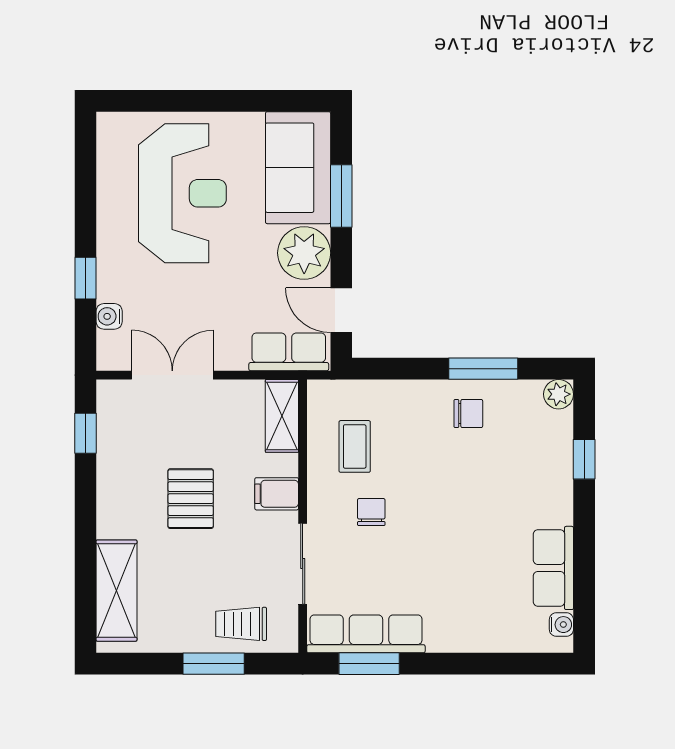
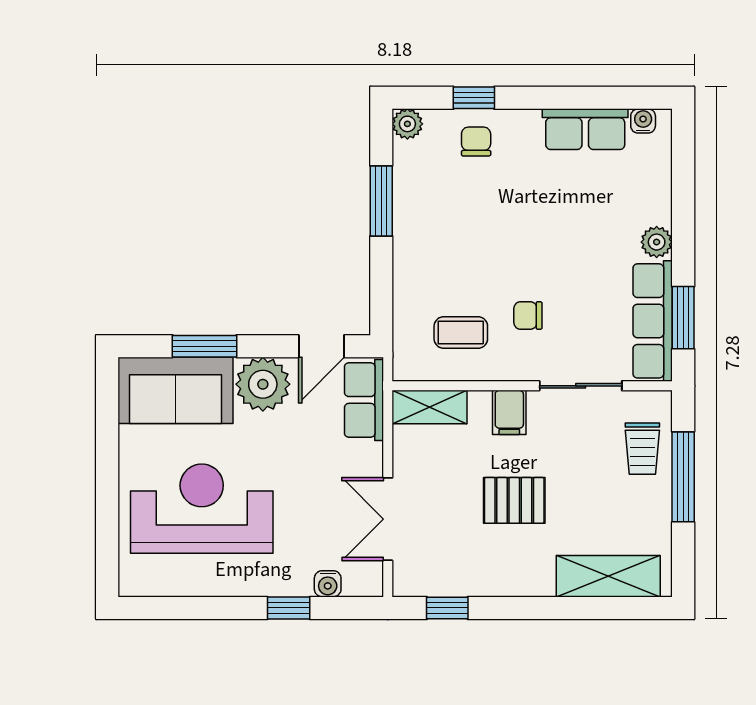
chair: (468, 414) -> (476, 142), moved
plant: (443, 638) -> (657, 242), added
window: (214, 664) -> (683, 477), width x1.44

